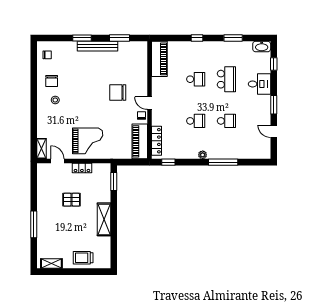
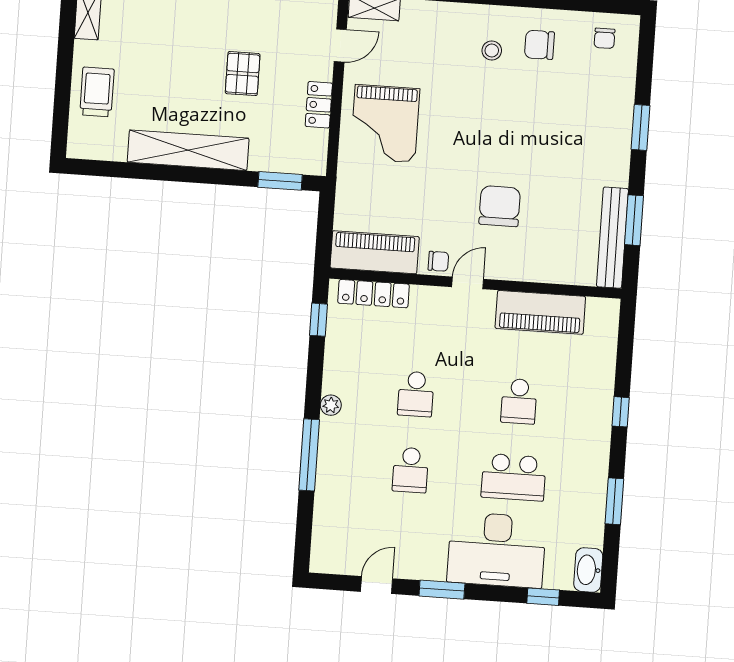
bench: (98, 46) -> (612, 238), moved
piano: (159, 59) -> (540, 312), moved
desk: (259, 84) -> (497, 550), width x1.87, depth x1.30
shelving: (104, 219) -> (188, 150), width x1.47

